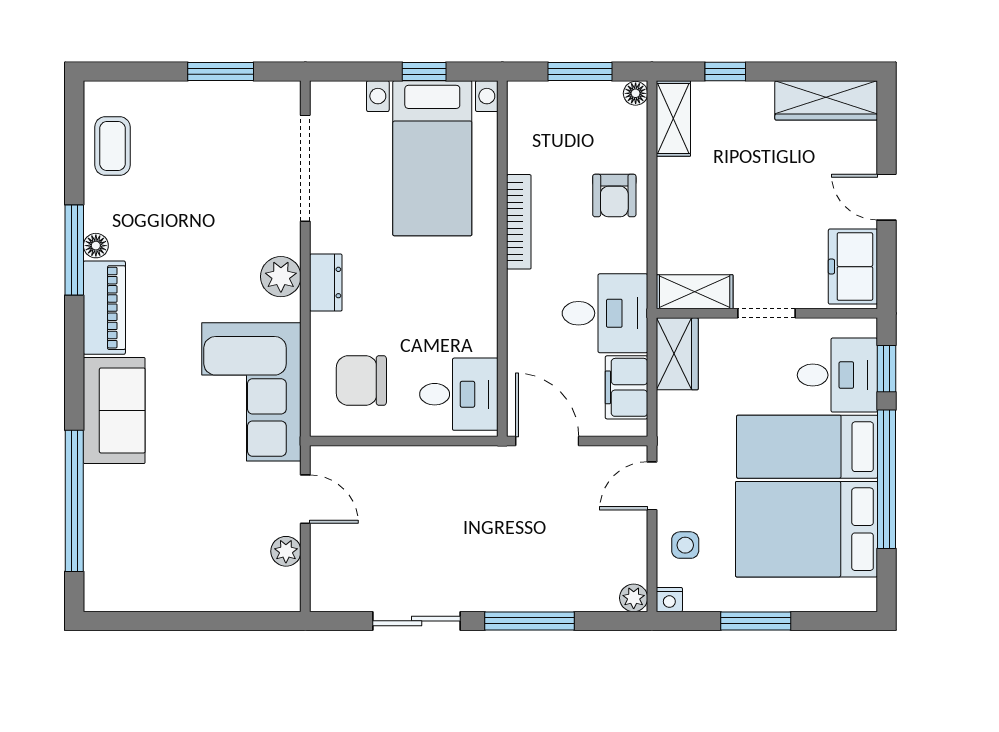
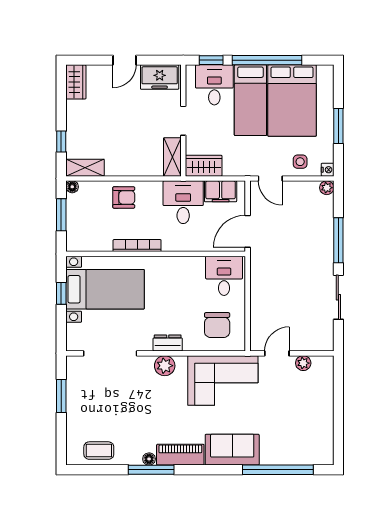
wardrobe: (826, 100) -> (76, 82), width x0.67

